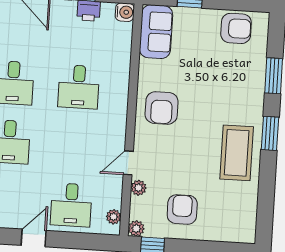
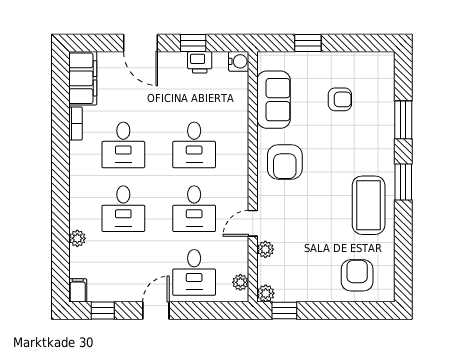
armchair: (236, 28) -> (340, 99), moved, width x0.72, depth x0.72
sofa: (156, 32) -> (274, 100), moved
desk: (75, 146) -> (194, 209), added
armchair: (182, 209) -> (357, 275), moved

